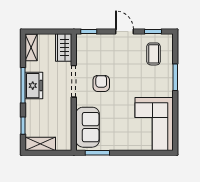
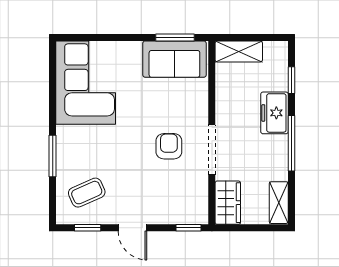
coffee table: (154, 54) -> (87, 193), turned 66
armchair: (101, 83) -> (169, 146), turned 180
freezer: (34, 86) -> (274, 113), moved
sofa: (88, 127) -> (174, 59), moved, turned -90
shelving: (40, 144) -> (239, 51), moved

